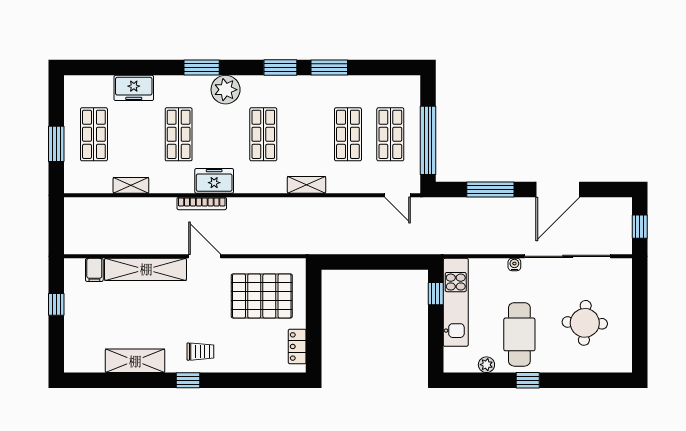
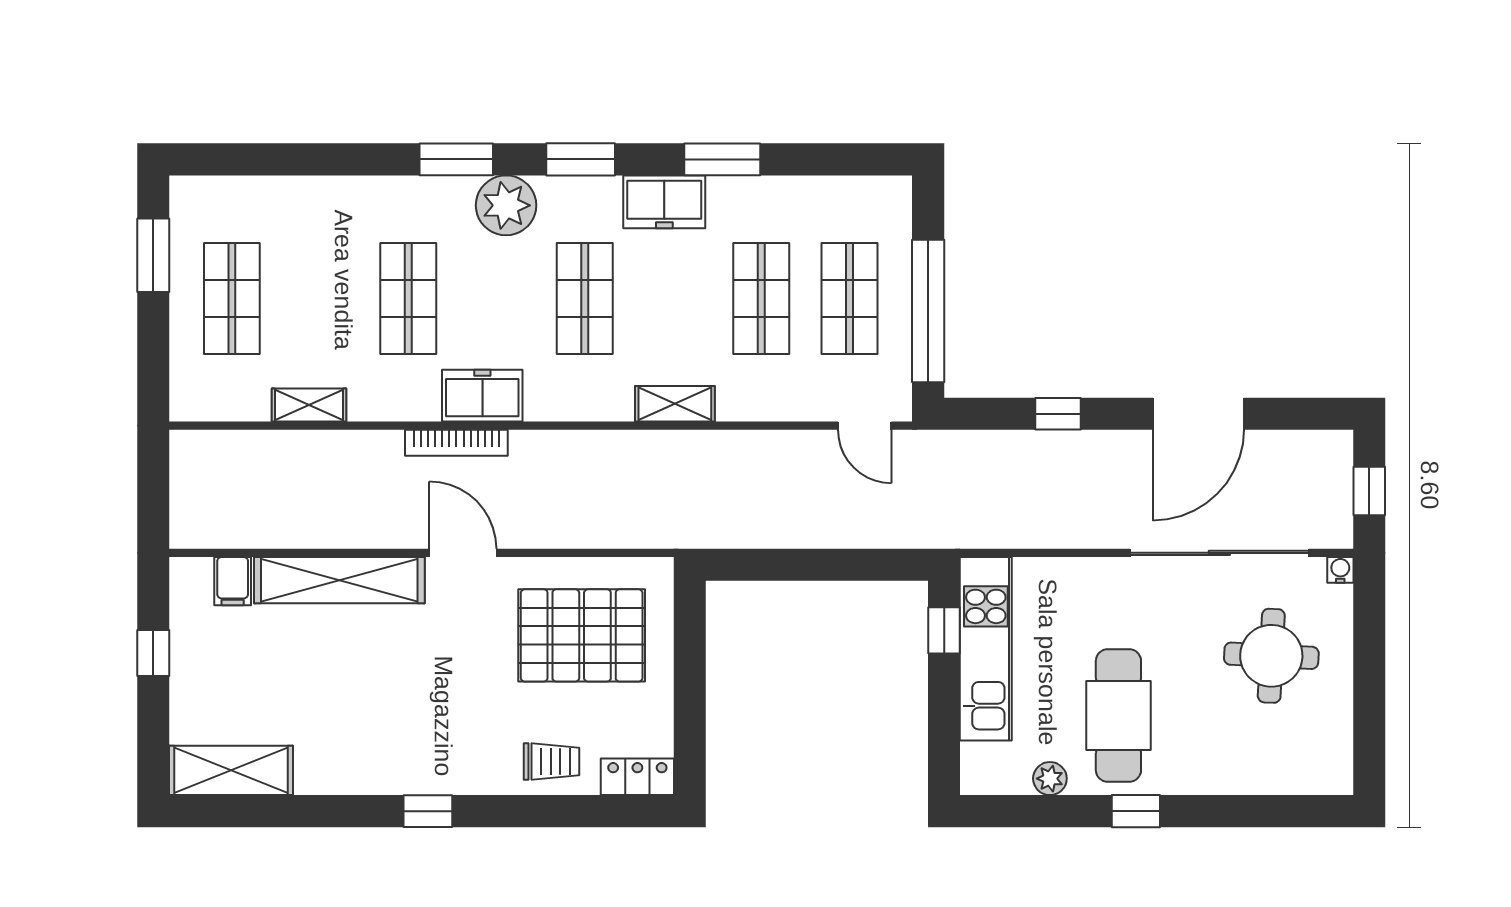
window: (280, 68) -> (581, 159), moved
freezer: (134, 88) -> (664, 202), moved
window: (56, 144) -> (153, 255), moved
window: (490, 190) -> (1058, 414), width x0.46
water cooler: (514, 265) -> (1340, 570), moved
round table: (585, 323) -> (1271, 656), moved
locker: (297, 346) -> (637, 777), moved, turned 90
trolley: (200, 352) -> (552, 762), moved
shelving: (135, 361) -> (231, 770), moved

